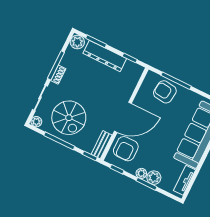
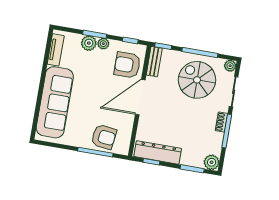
dresser: (105, 56) -> (158, 152), moved
armchair: (126, 149) -> (127, 65), turned -90

